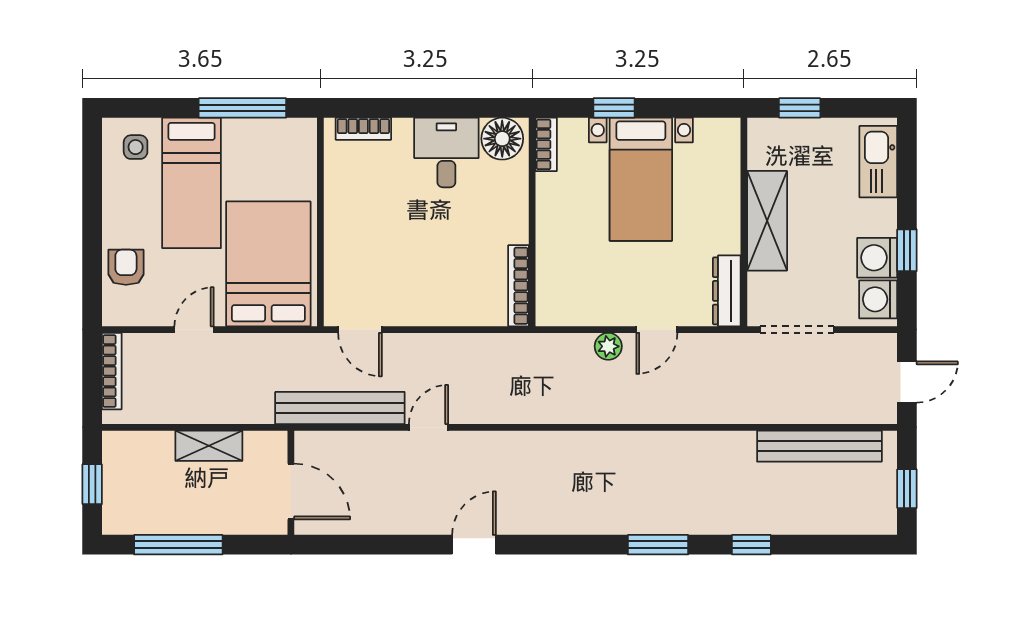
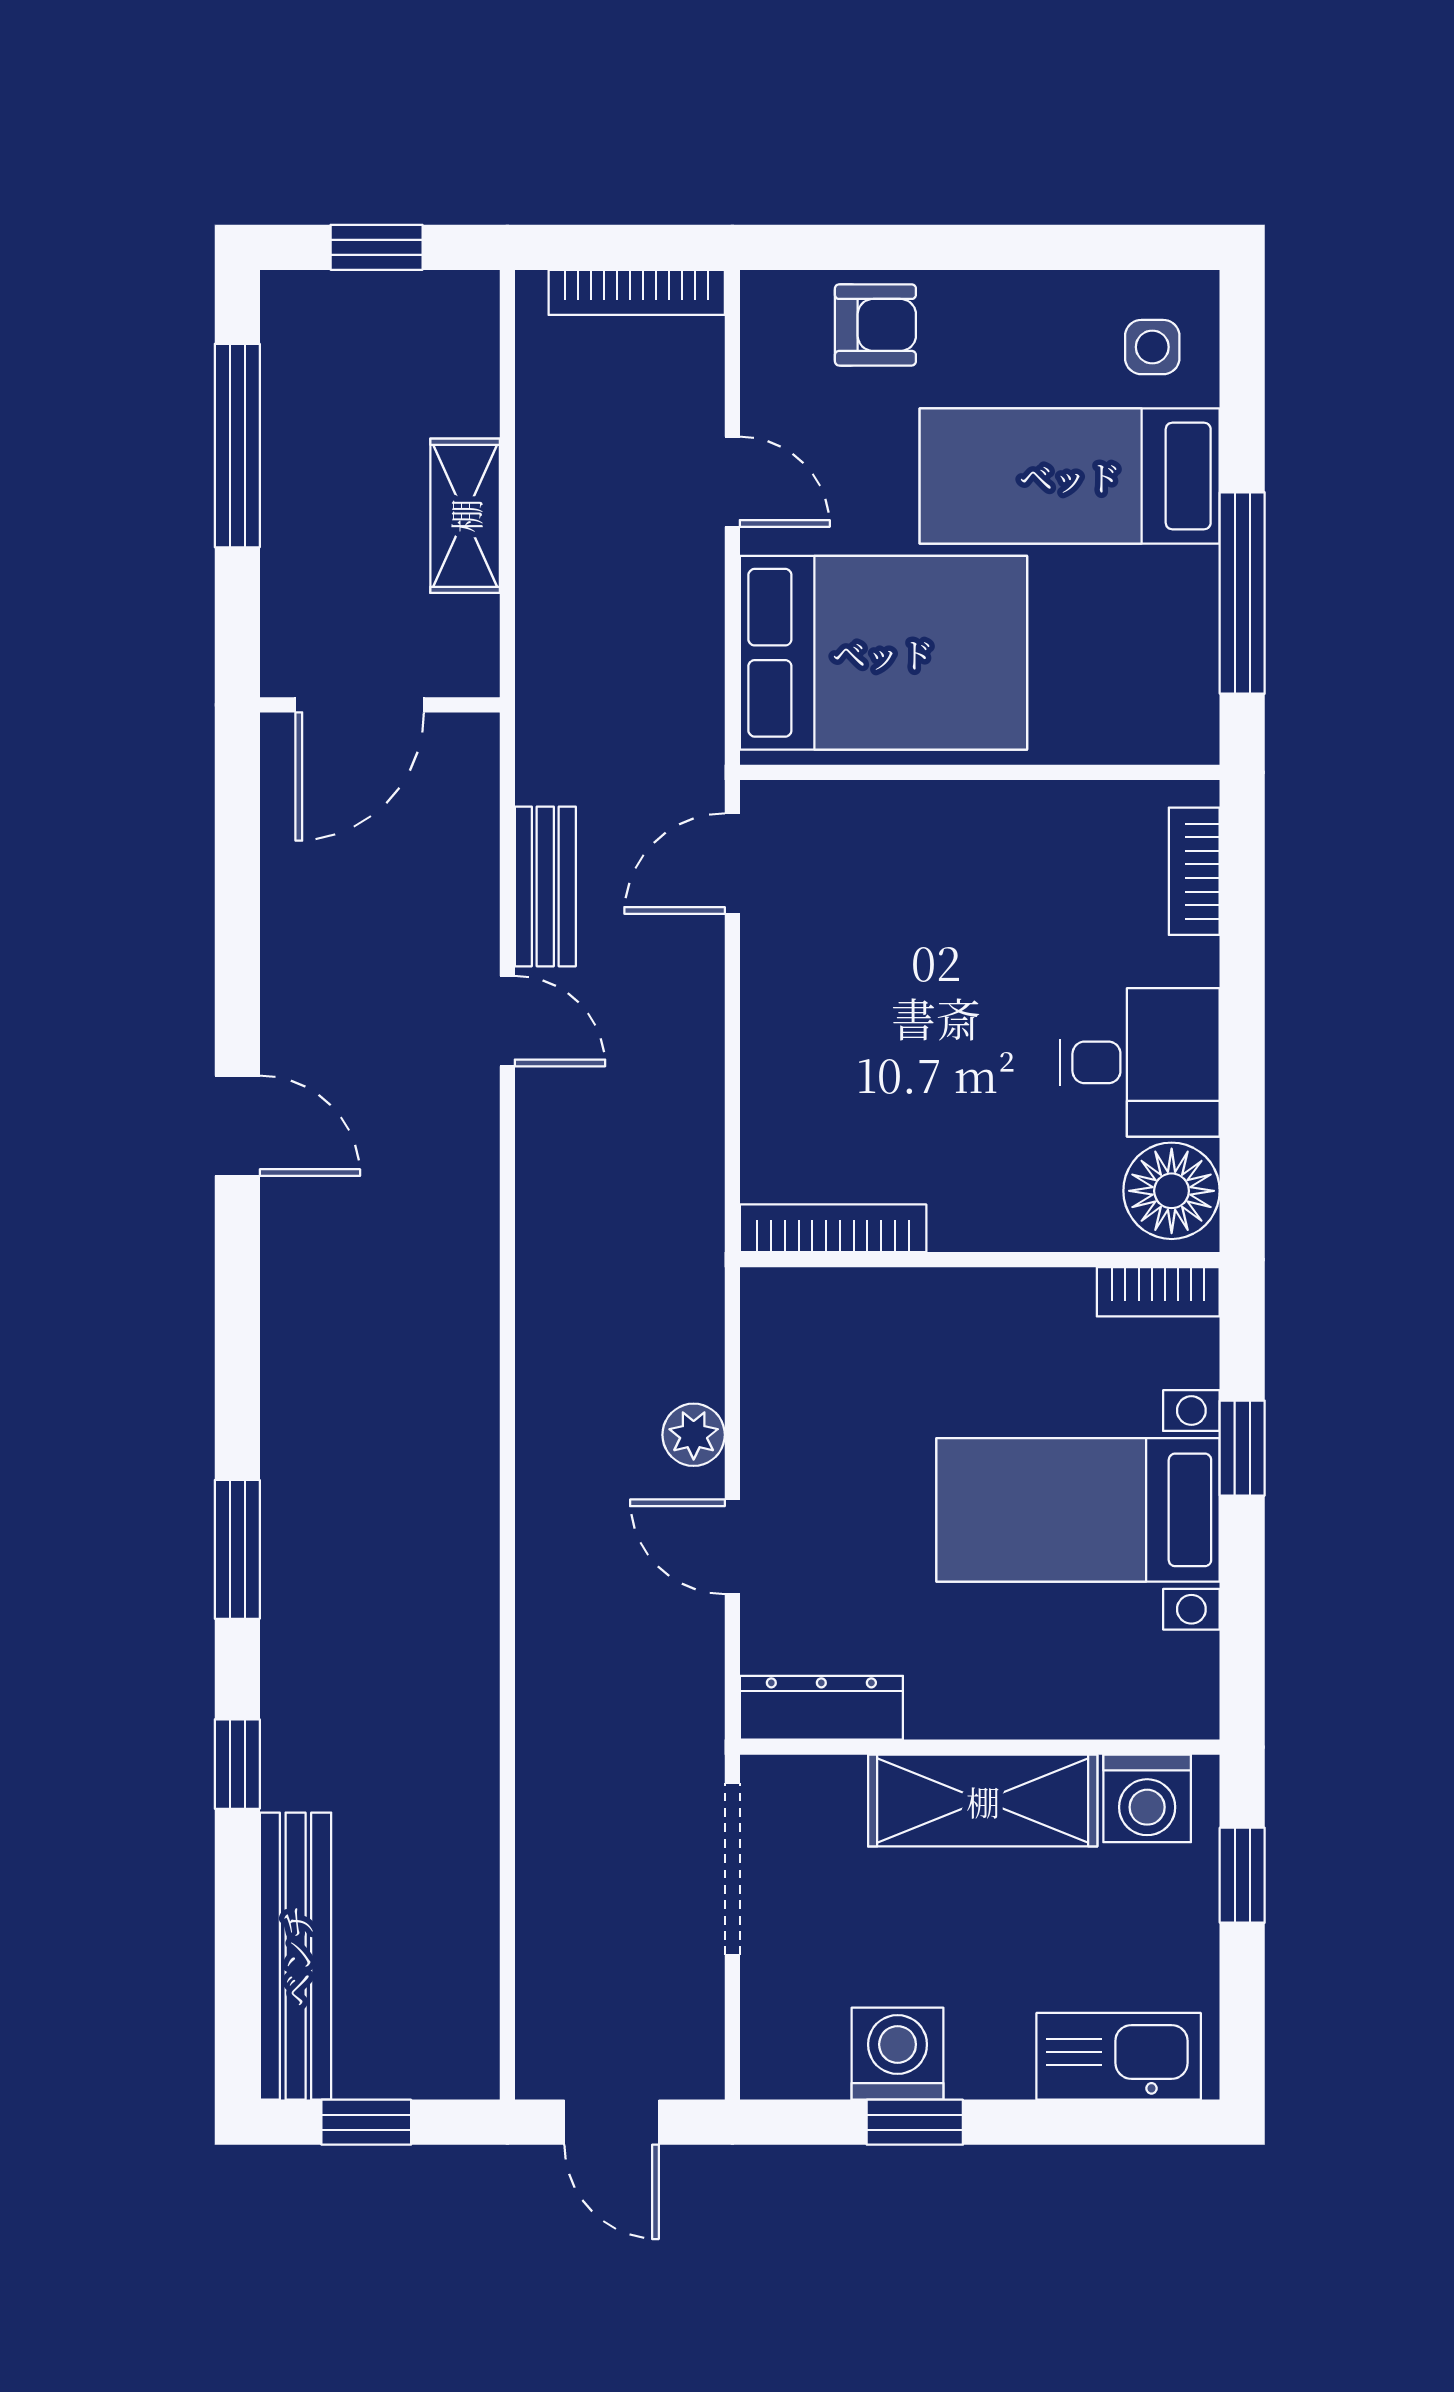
washing machine: (878, 299) -> (1147, 1798), moved, turned 180
bench: (340, 408) -> (545, 886), width x0.54, depth x0.82
bench: (819, 446) -> (296, 1956), moved

